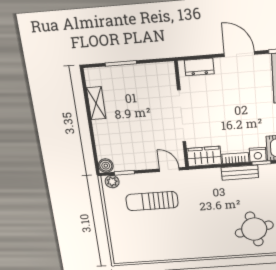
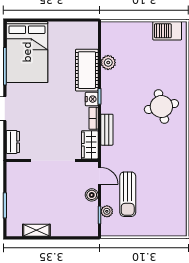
boiler: (106, 166) -> (92, 195), moved
door: (169, 170) -> (99, 176), swing flipped
bench: (240, 173) -> (107, 130), moved
plant: (112, 182) -> (107, 211), moved

